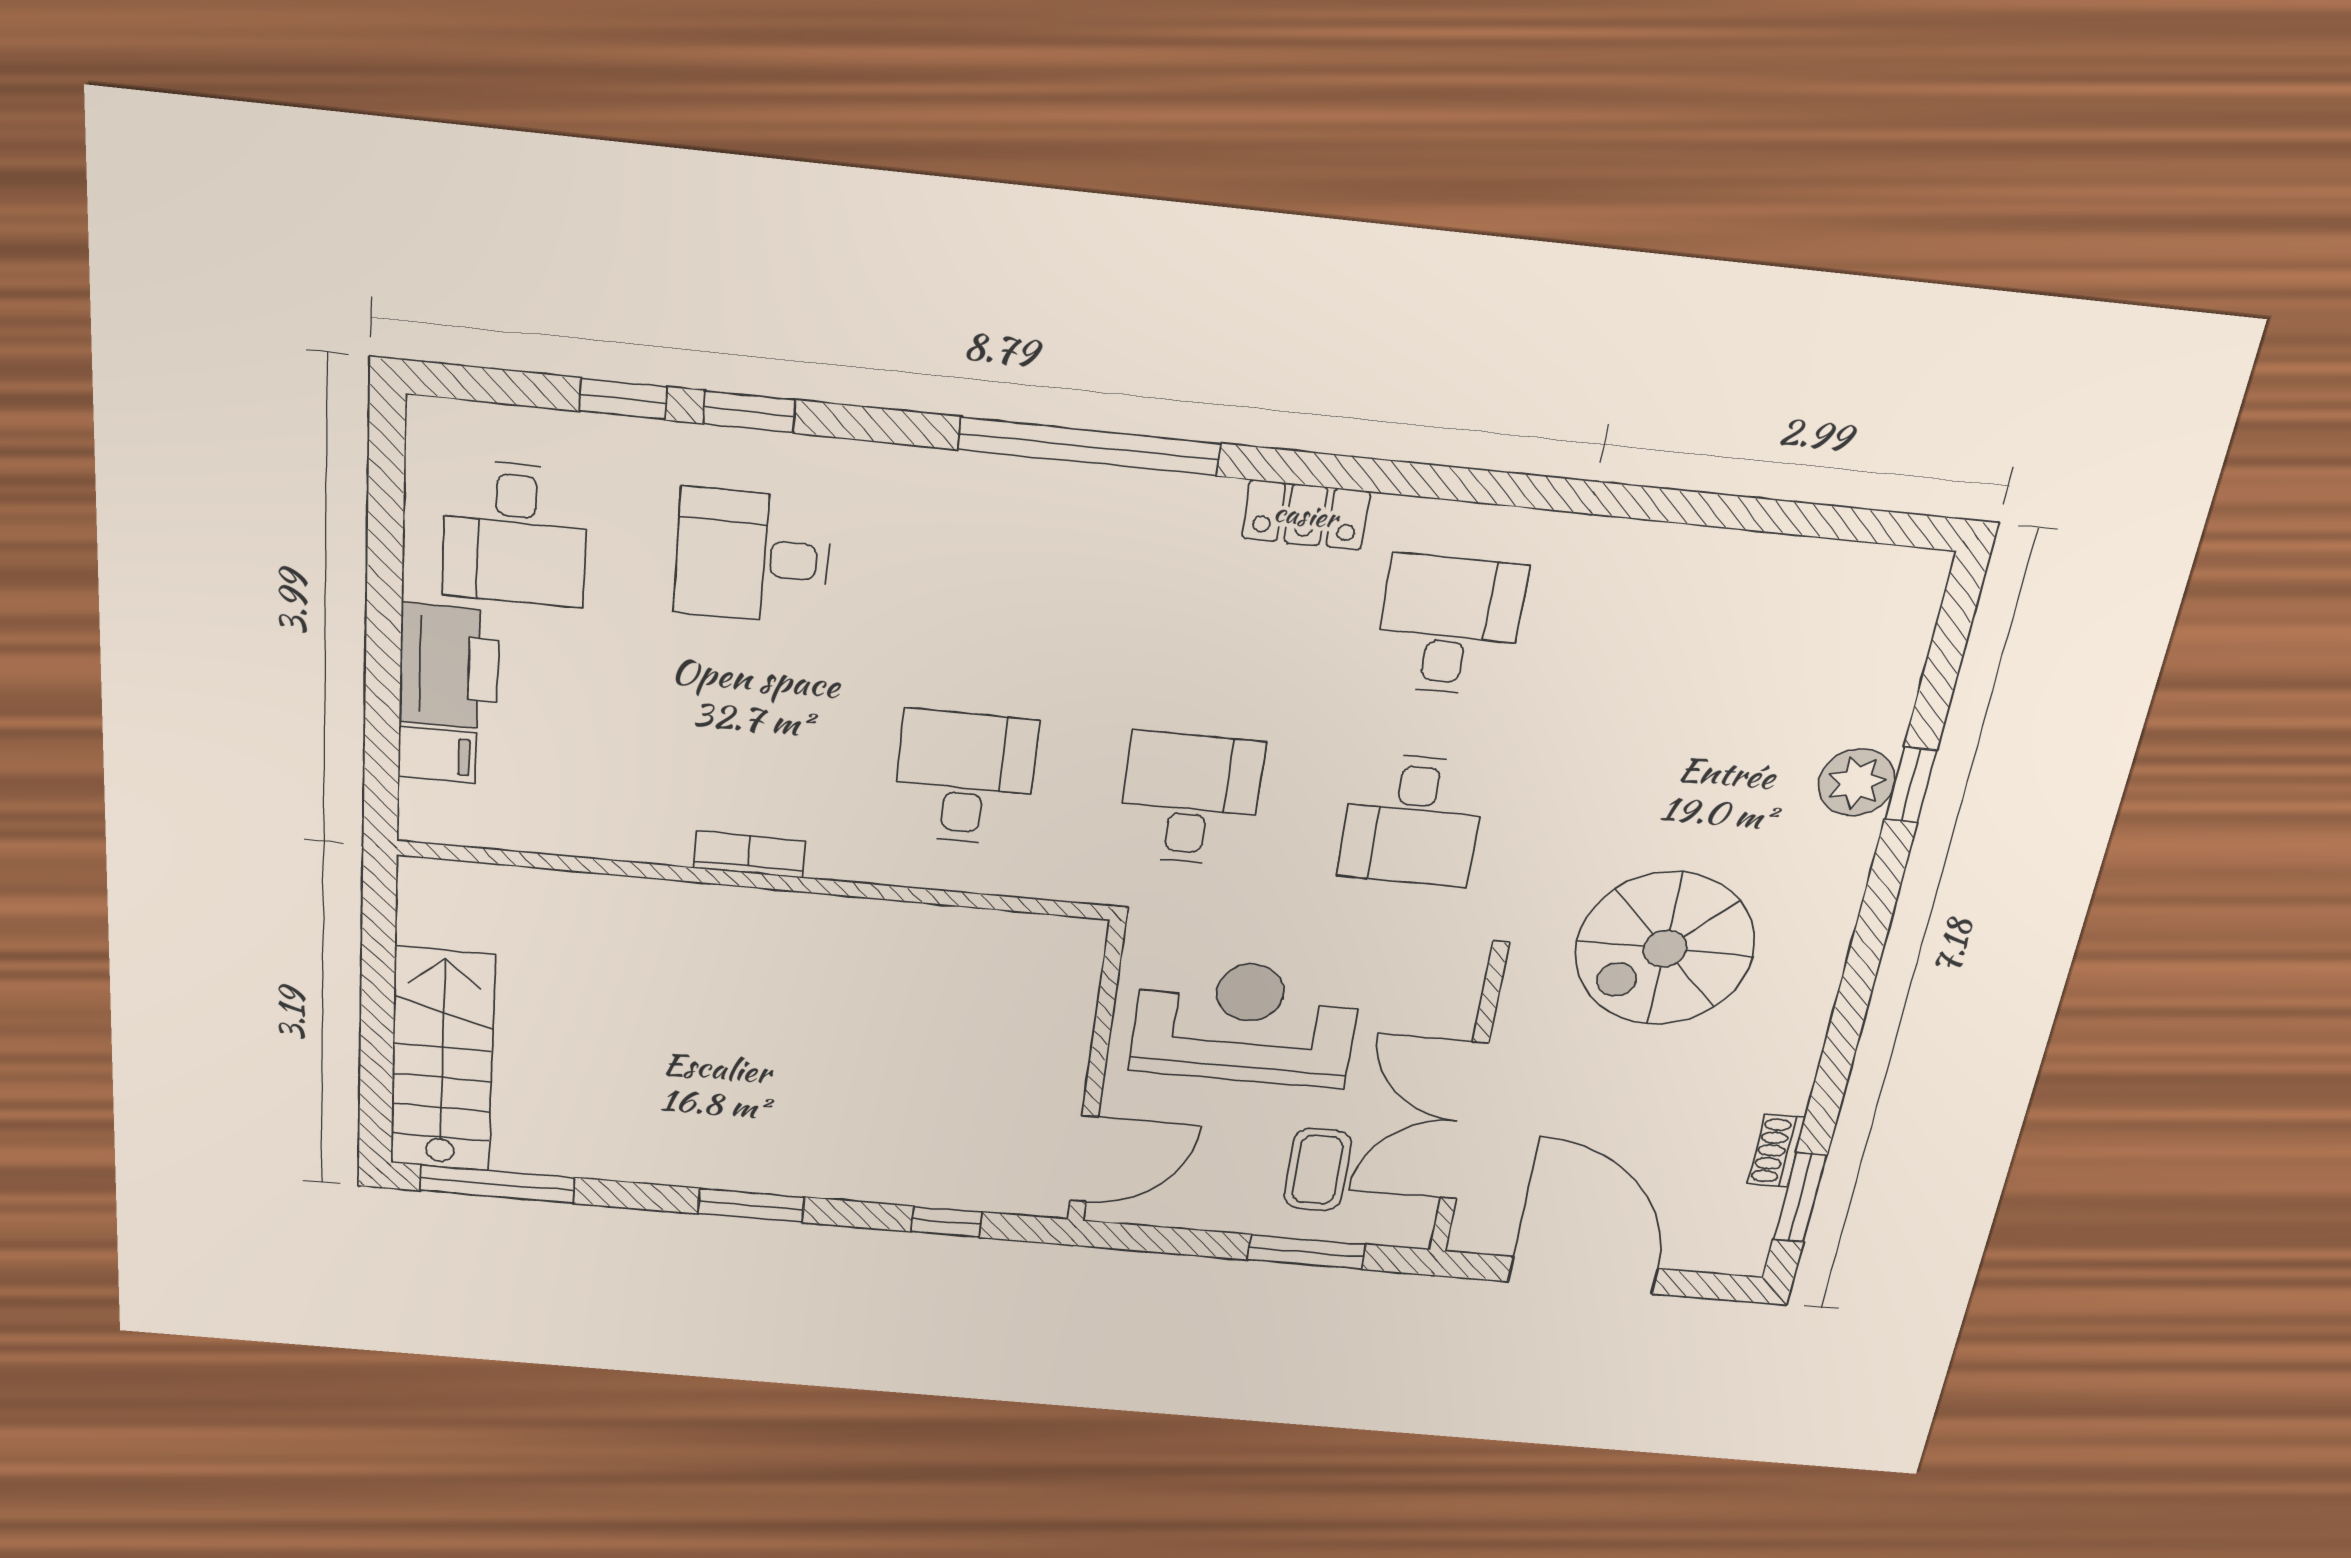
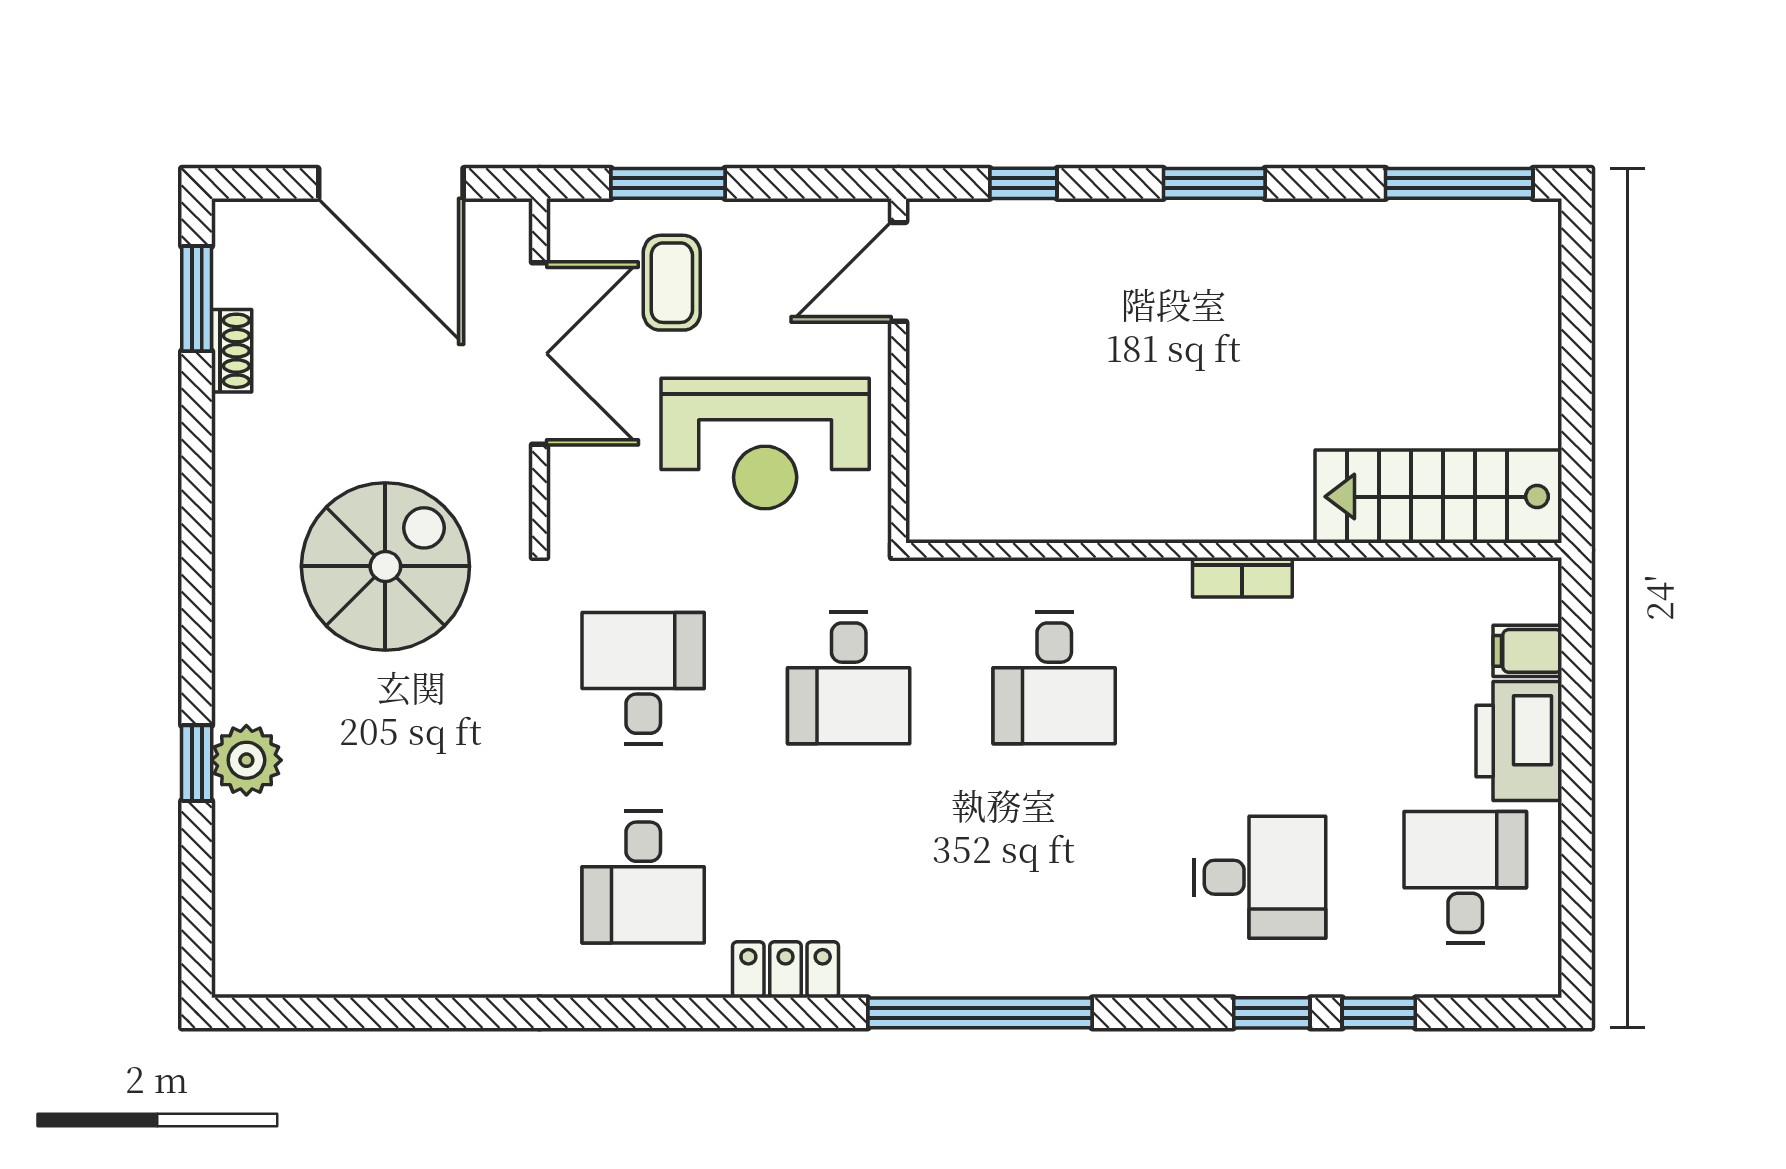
stairs: (442, 1060) -> (1438, 497), moved, turned 90

